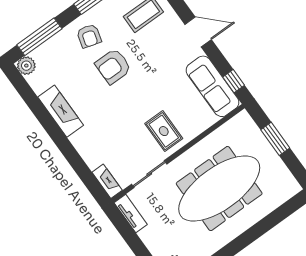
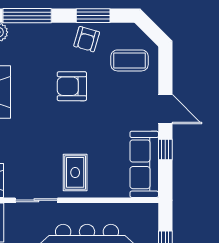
armchair: (89, 36) -> (87, 39), moved
window: (234, 81) -> (165, 150), moved

